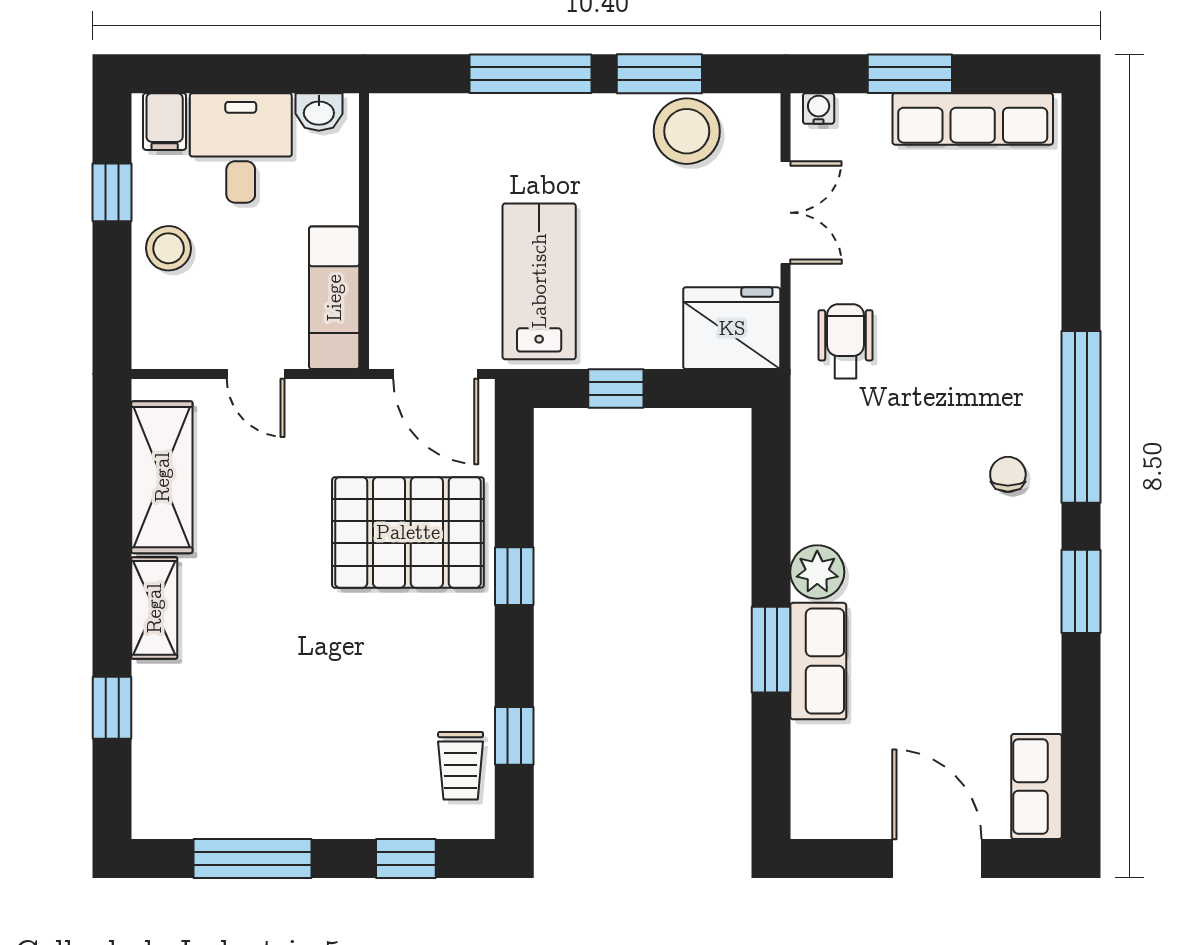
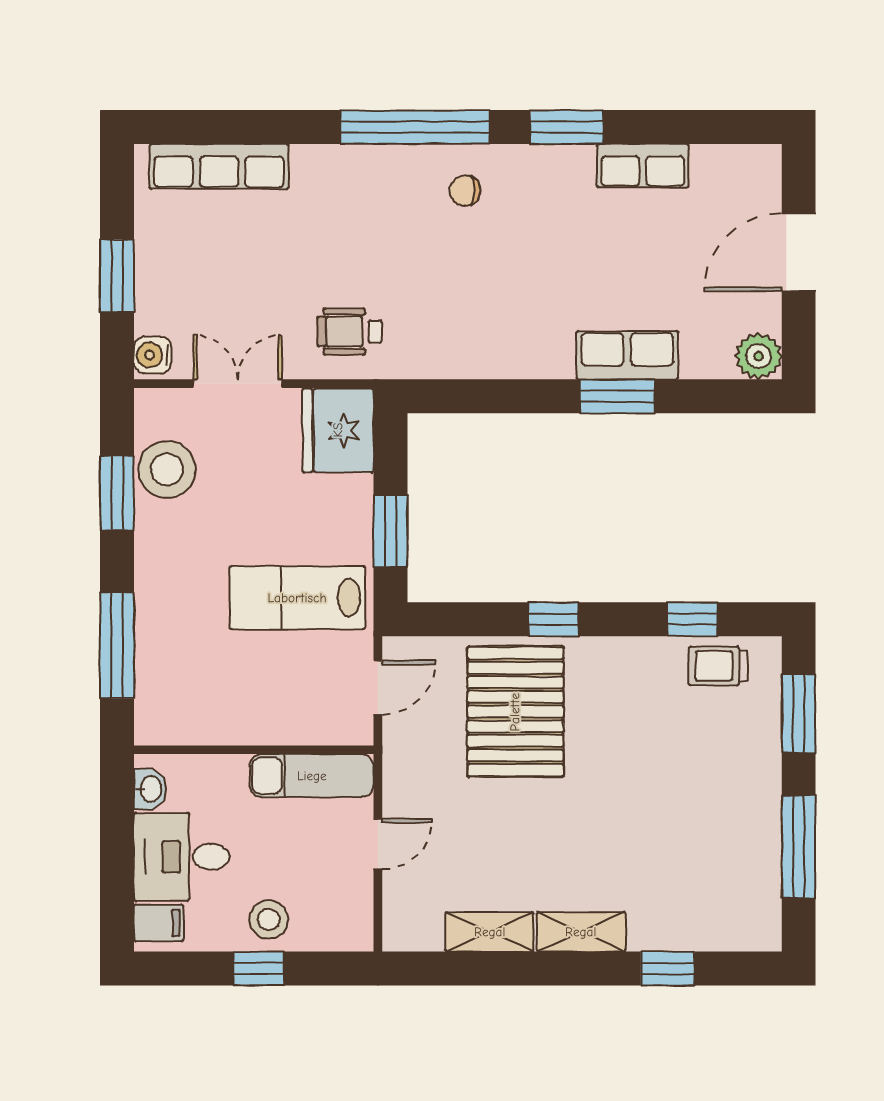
window: (531, 74) -> (117, 645), moved
water cooler: (819, 109) -> (152, 355), width x1.38, depth x1.38
row of seats: (973, 119) -> (219, 166), moved, turned 90
window: (112, 192) -> (259, 969), moved
door: (436, 374) -> (378, 687), width x0.73
window: (616, 389) -> (391, 531), width x1.50
shelving: (162, 477) -> (490, 932), width x0.67, depth x0.75
plant: (817, 572) -> (758, 356), moved
trolley: (461, 766) -> (718, 666), turned 180
row of seats: (1036, 786) -> (643, 166), moved
window: (406, 859) -> (799, 713), width x1.50

